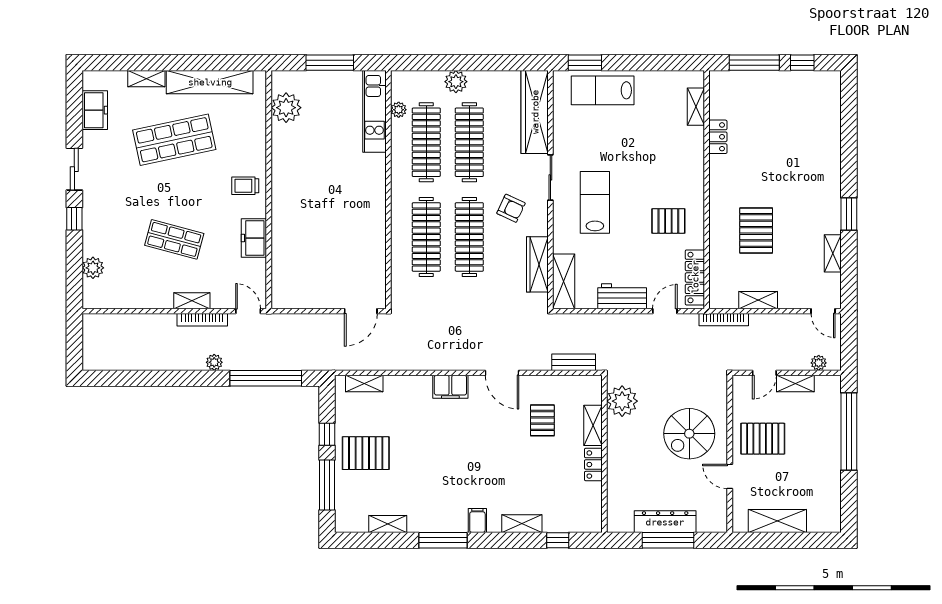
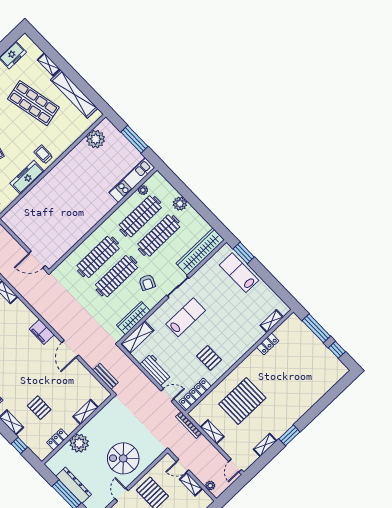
pallet: (756, 230) -> (242, 401), width x1.37, depth x1.41
freezer: (254, 238) -> (27, 177), width x1.40
plant: (622, 401) -> (79, 443), moved
pallet: (542, 420) -> (39, 408), moved, turned 90
locker: (593, 465) -> (57, 439), moved

